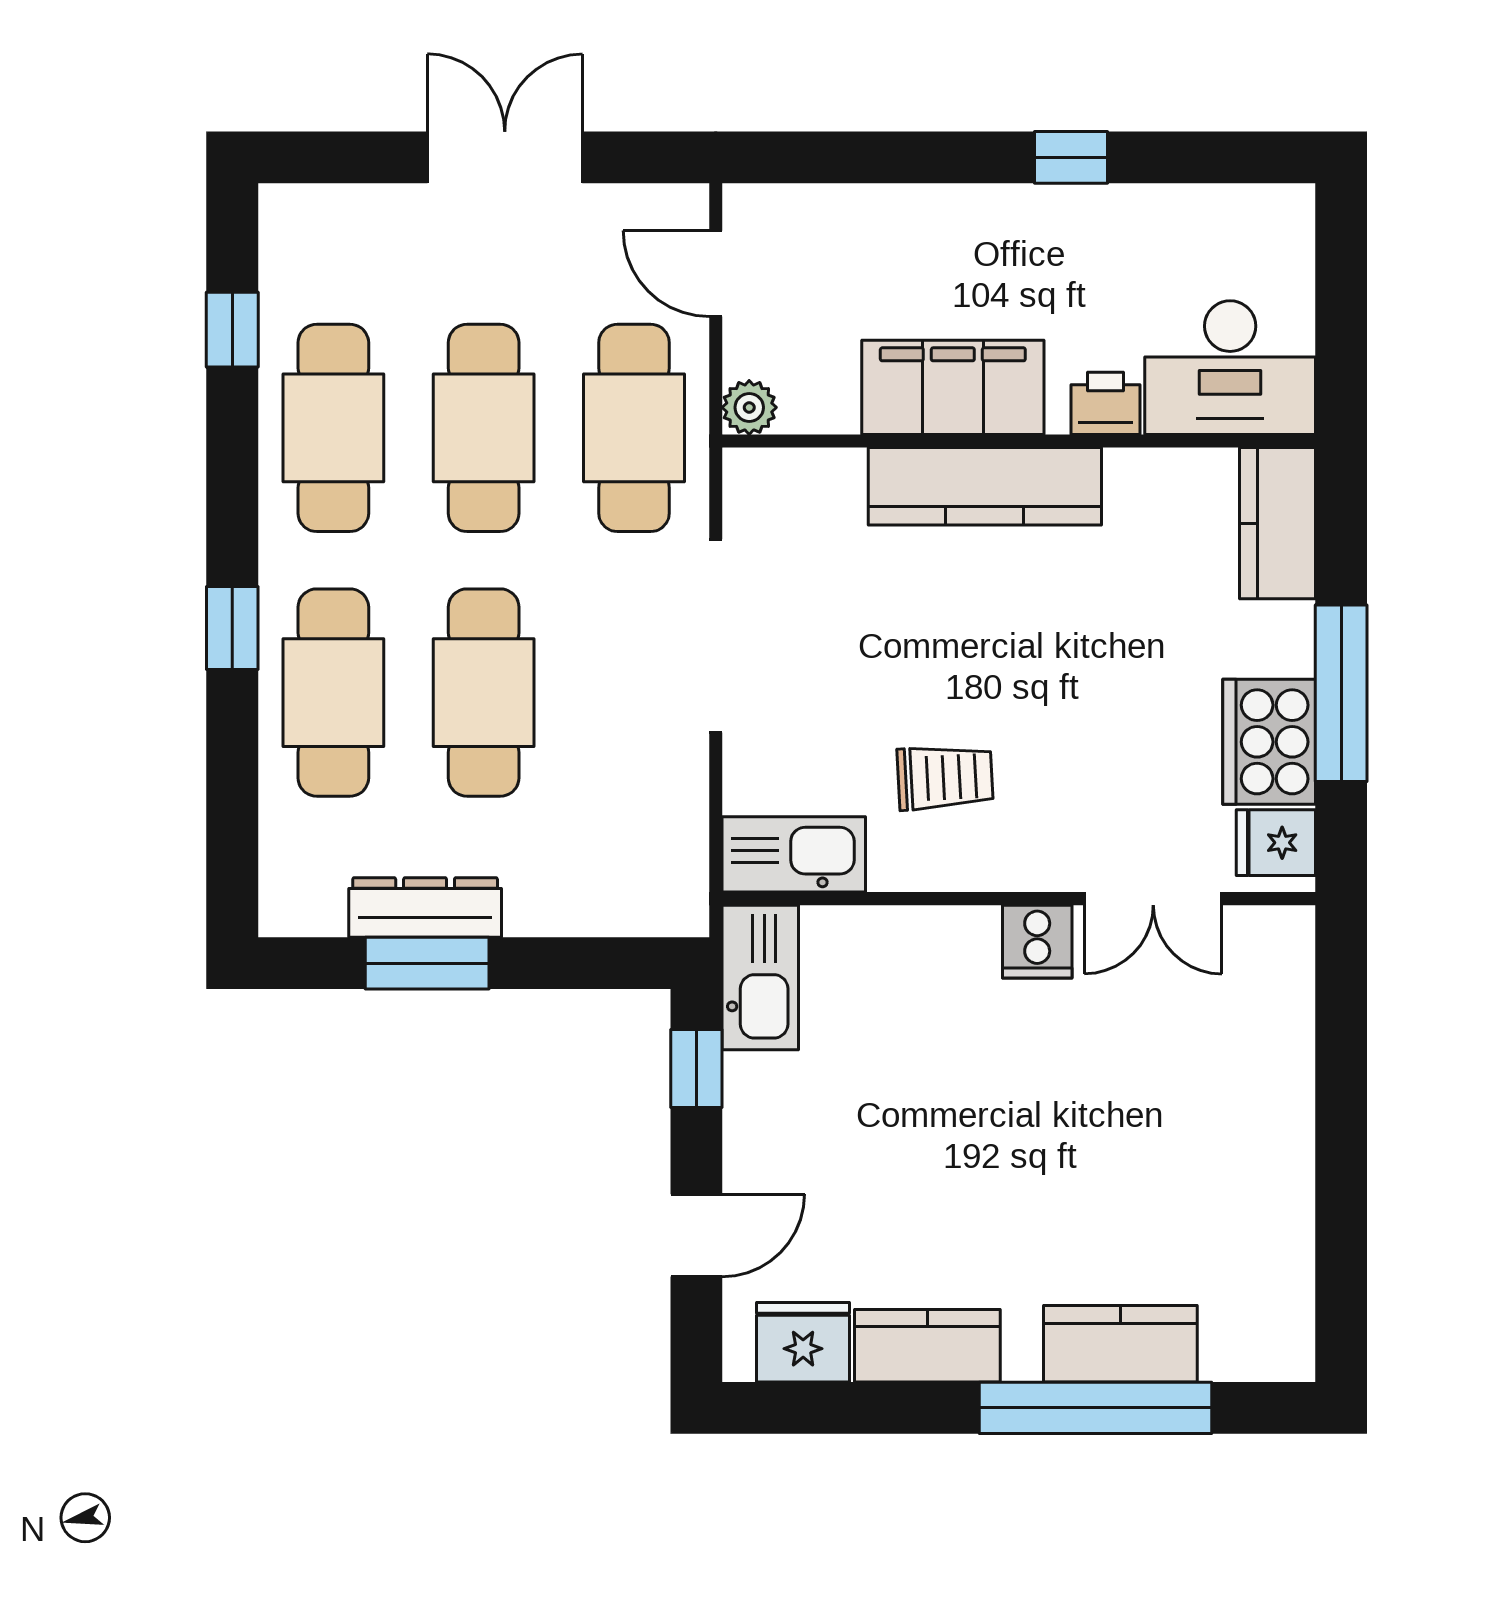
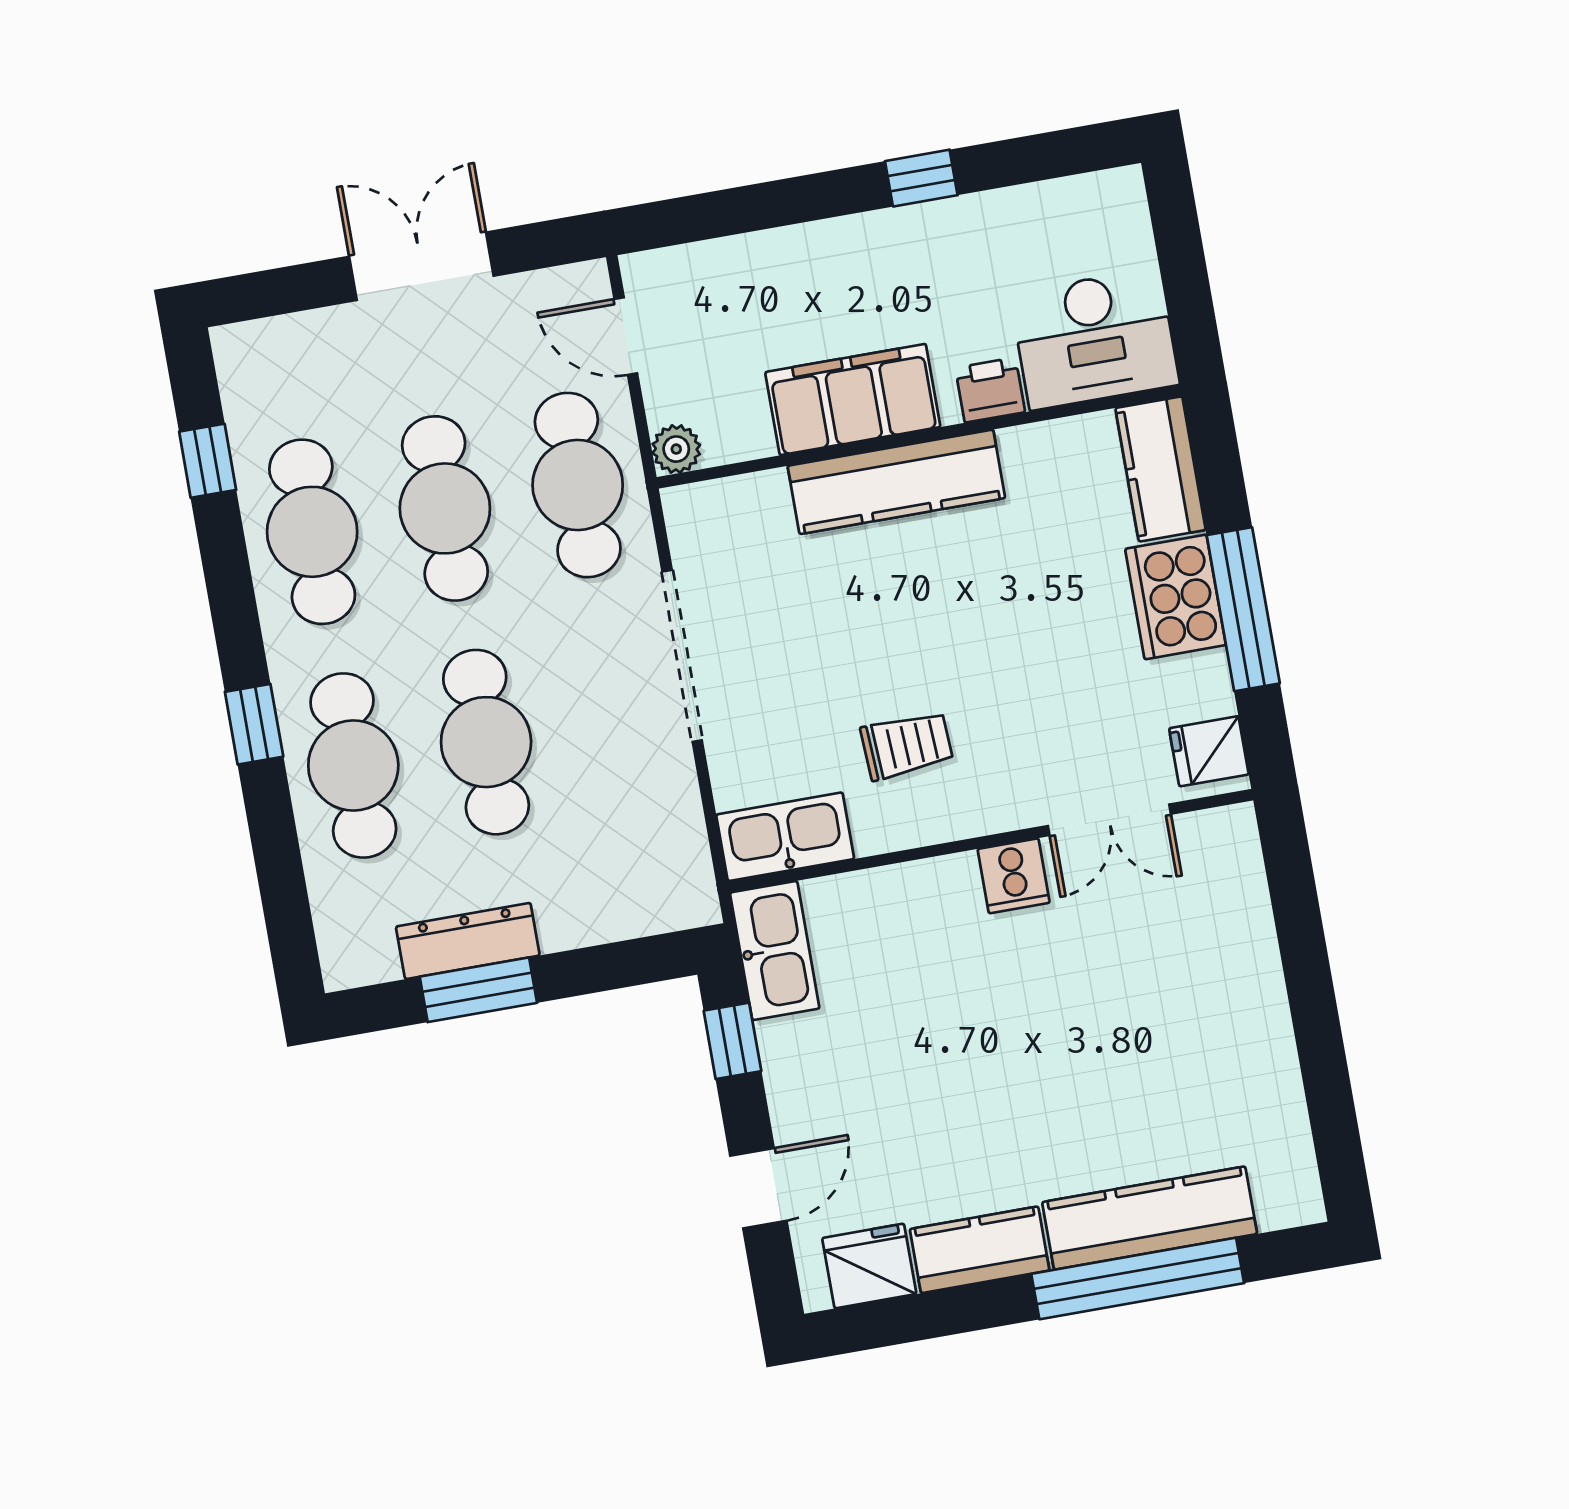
cooker: (1269, 742) -> (1176, 597), moved
kitchen counter: (1120, 1344) -> (1150, 1218), width x1.50

